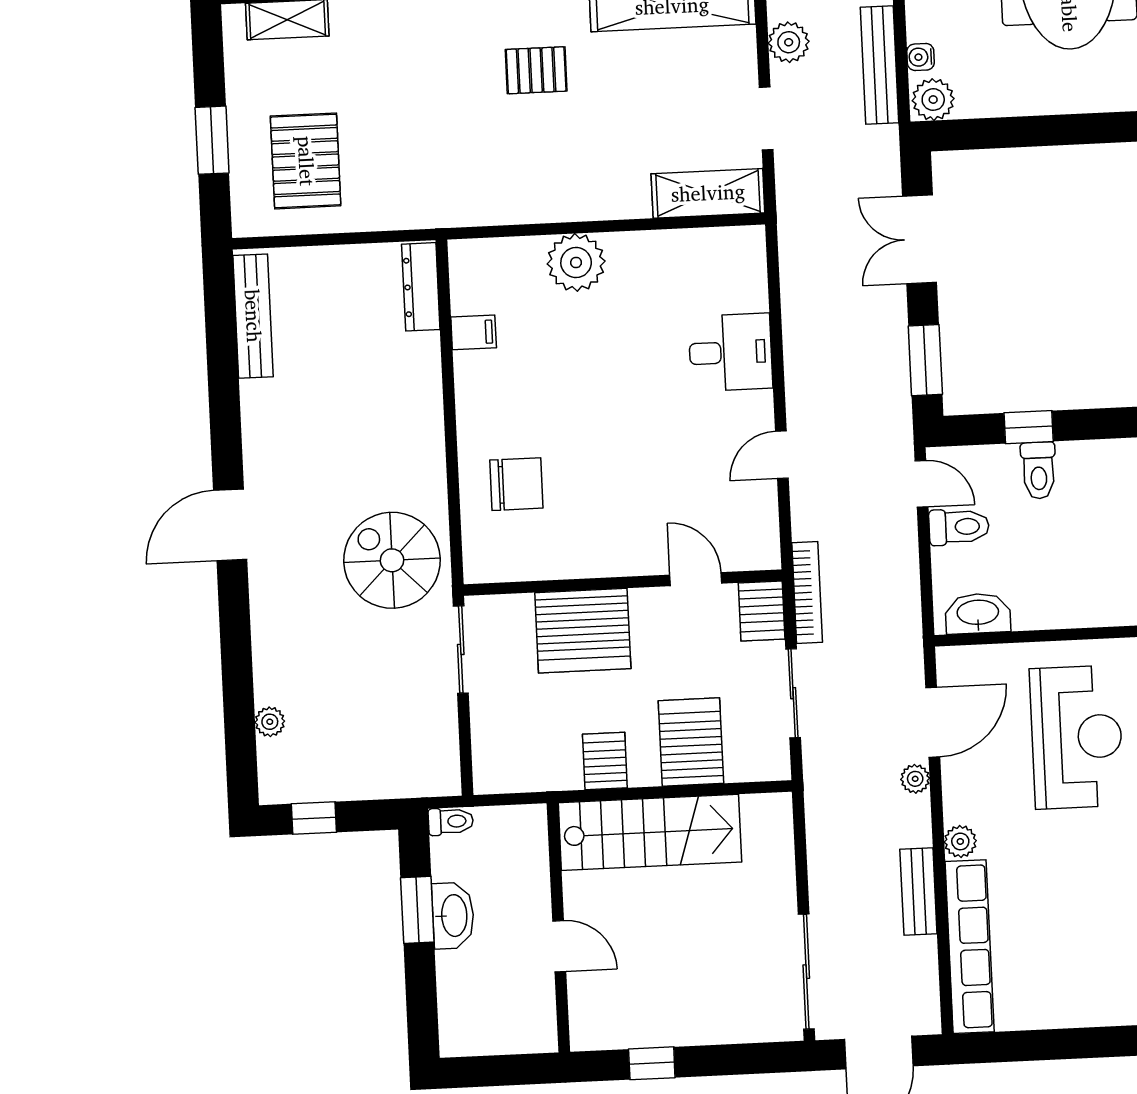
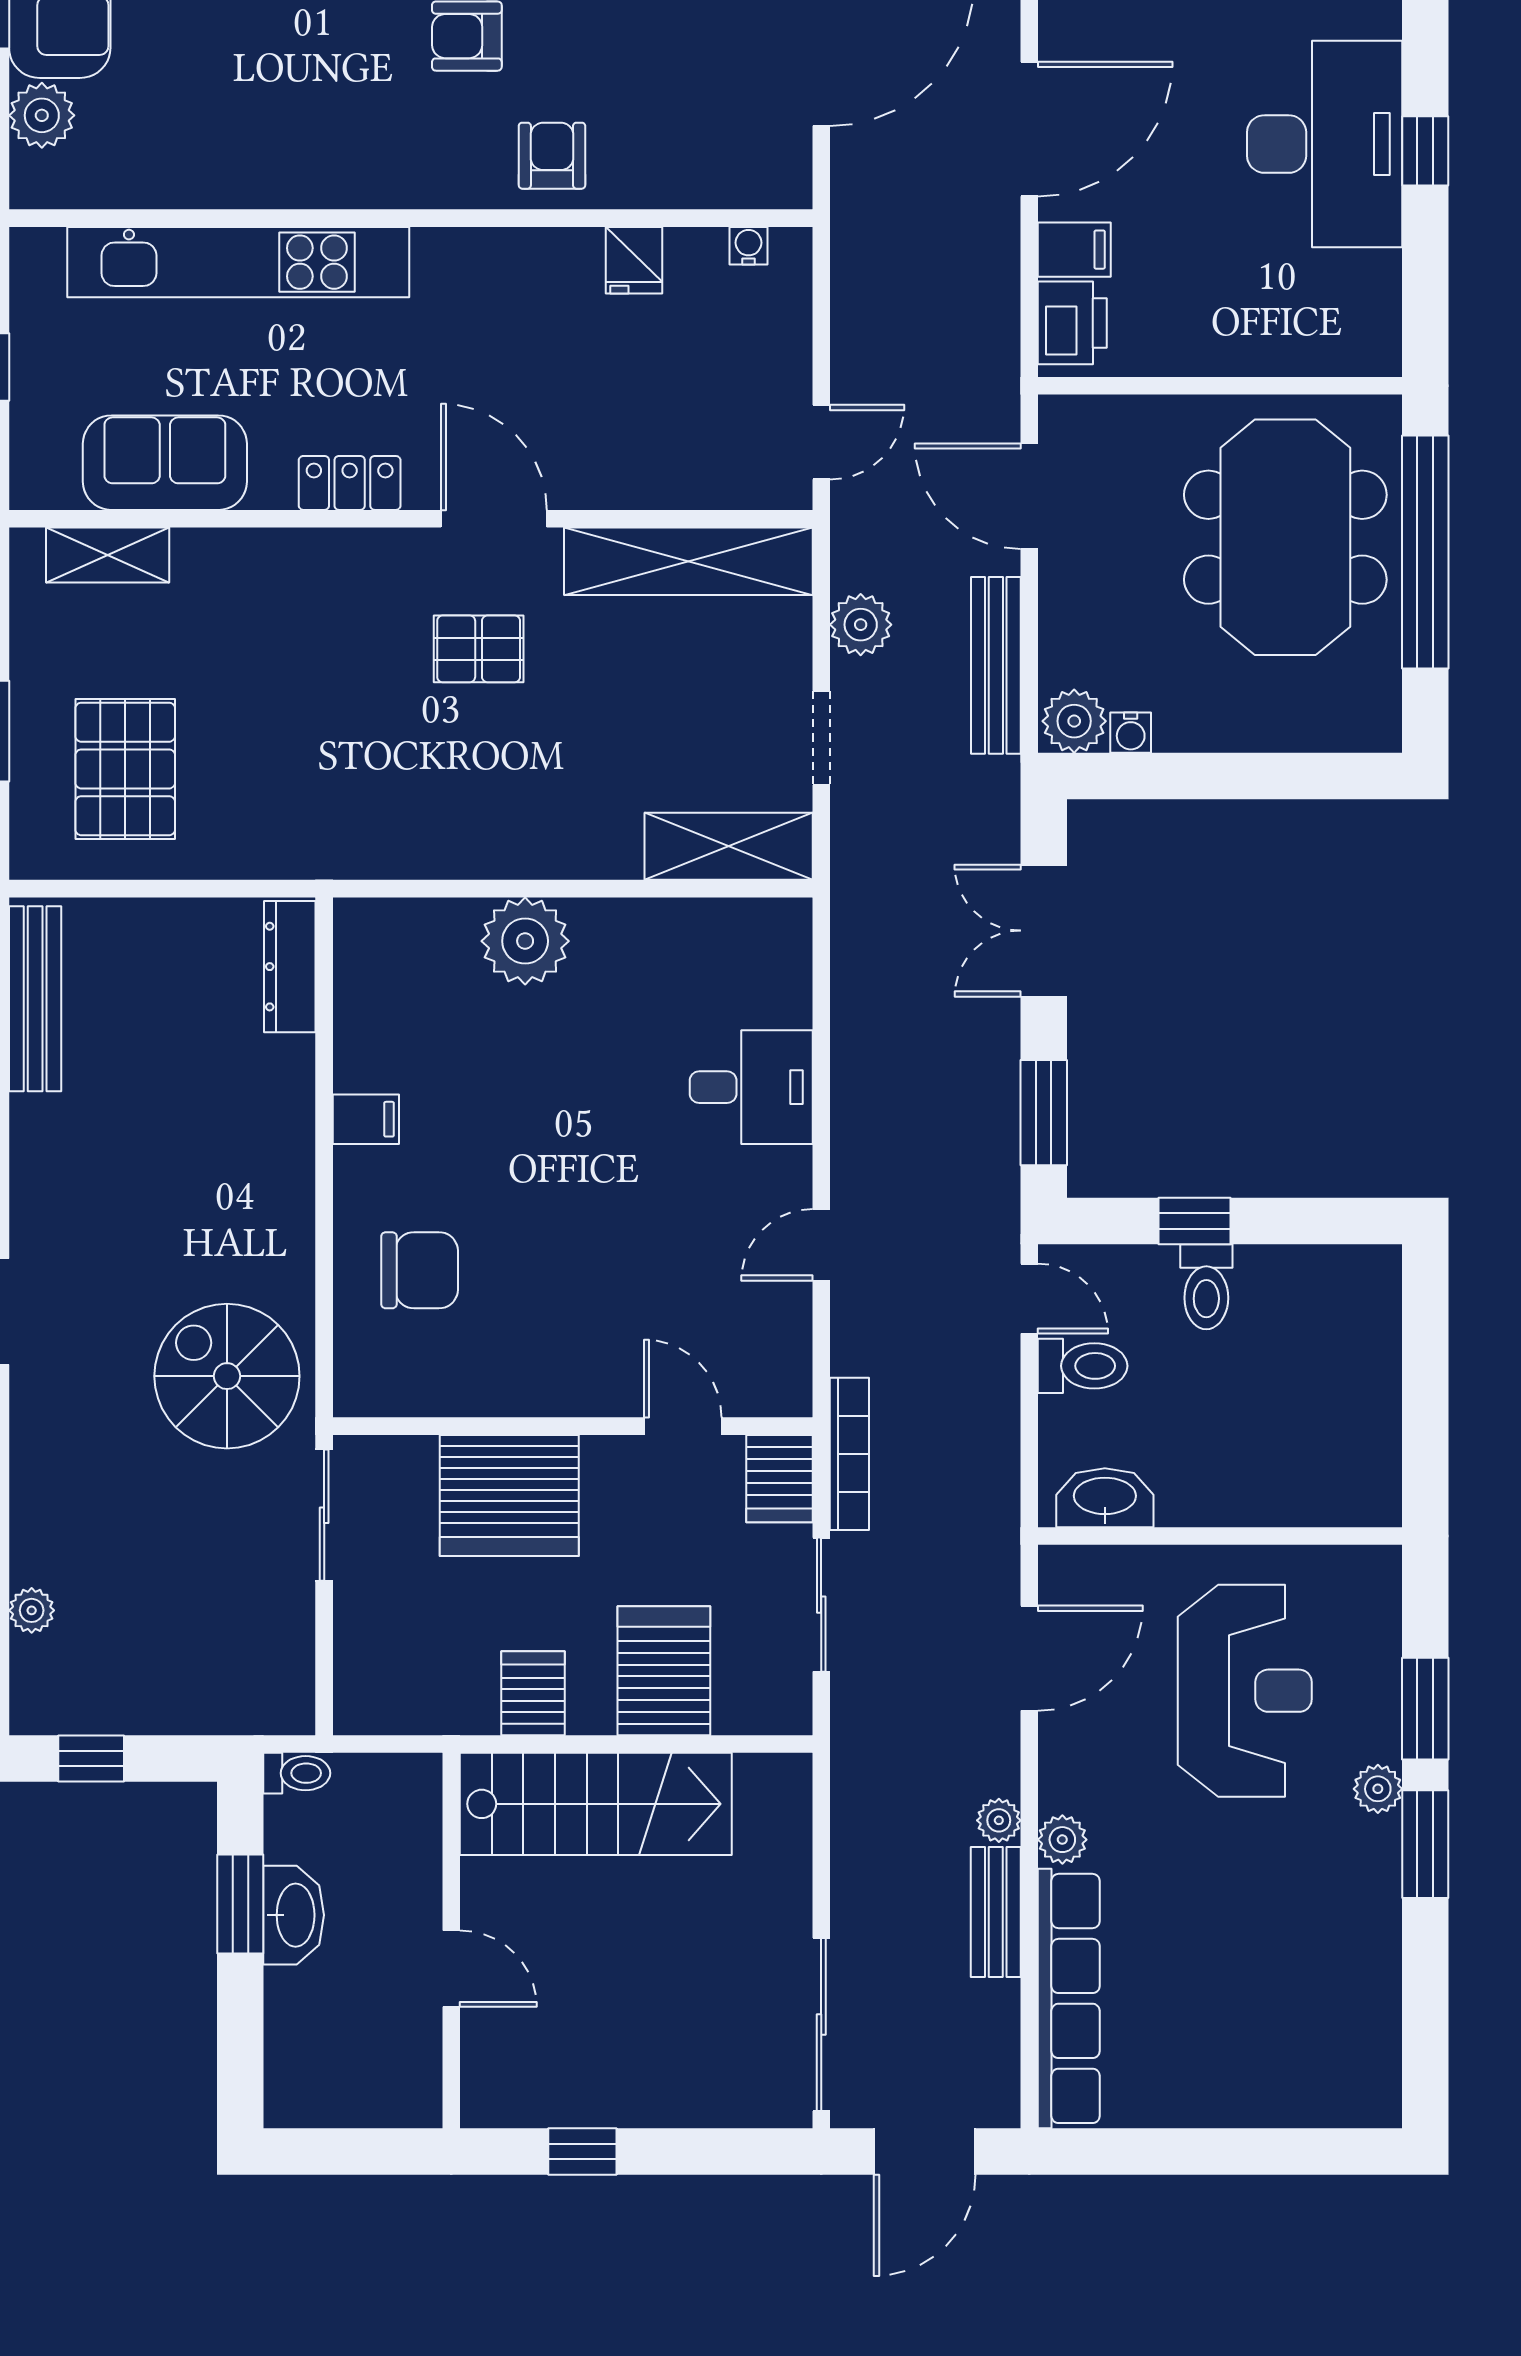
water cooler: (921, 57) -> (1131, 733), moved, turned -90
filing cabinet: (474, 332) -> (366, 1119), moved
plant: (915, 779) -> (999, 1820), moved

